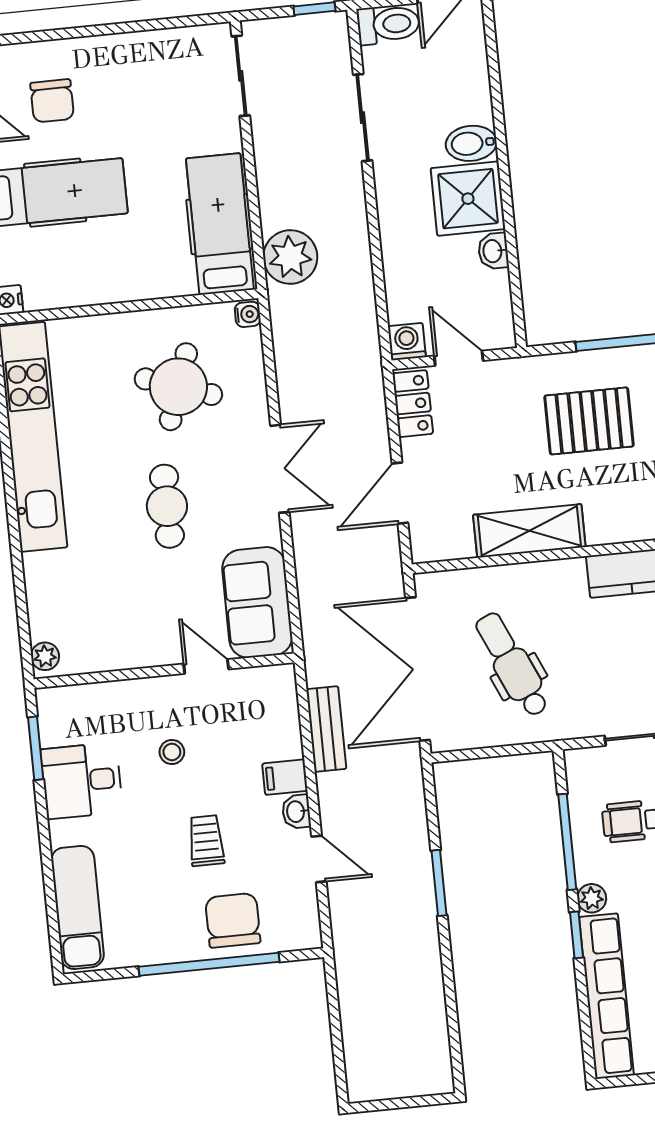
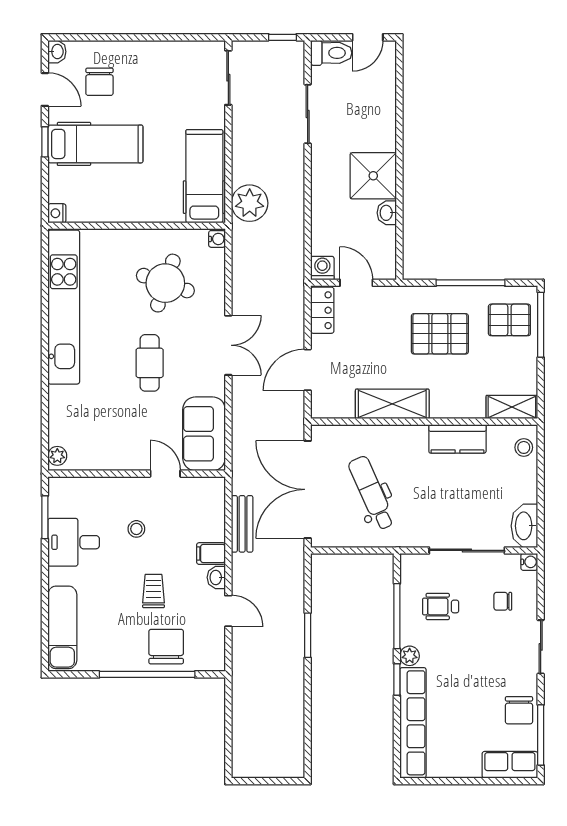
bidet: (471, 143) -> (379, 139), removed

